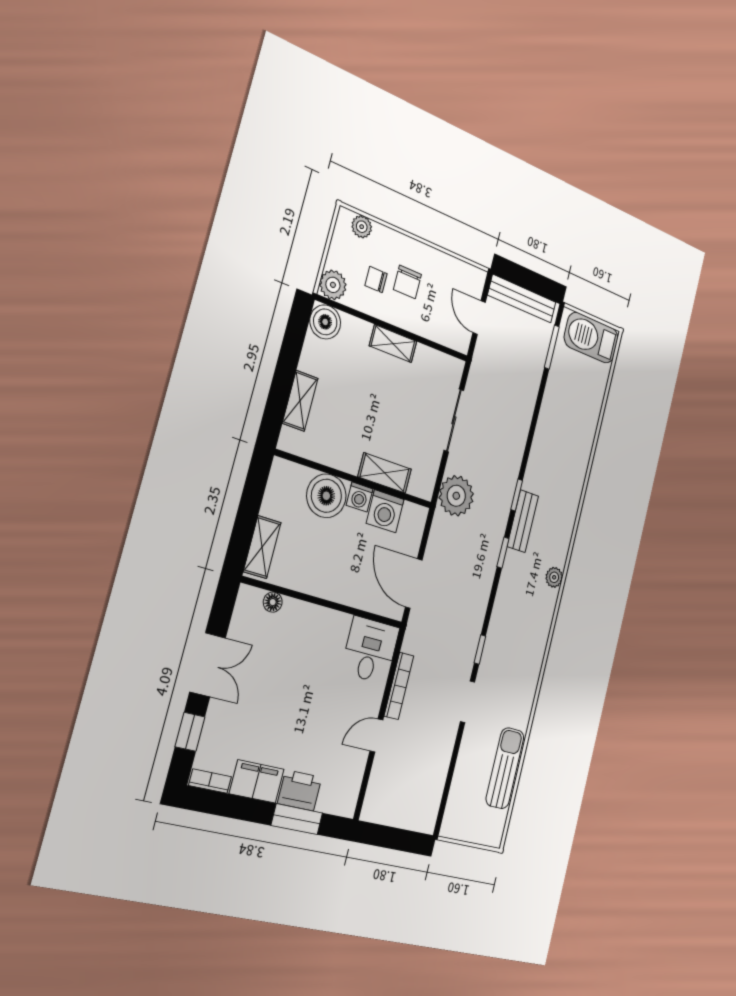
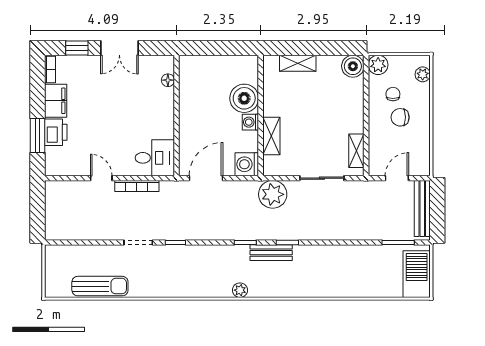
shelving: (393, 344) -> (356, 151), moved
washing machine: (385, 511) -> (247, 164), moved
shelving: (262, 547) -> (200, 63), removed

